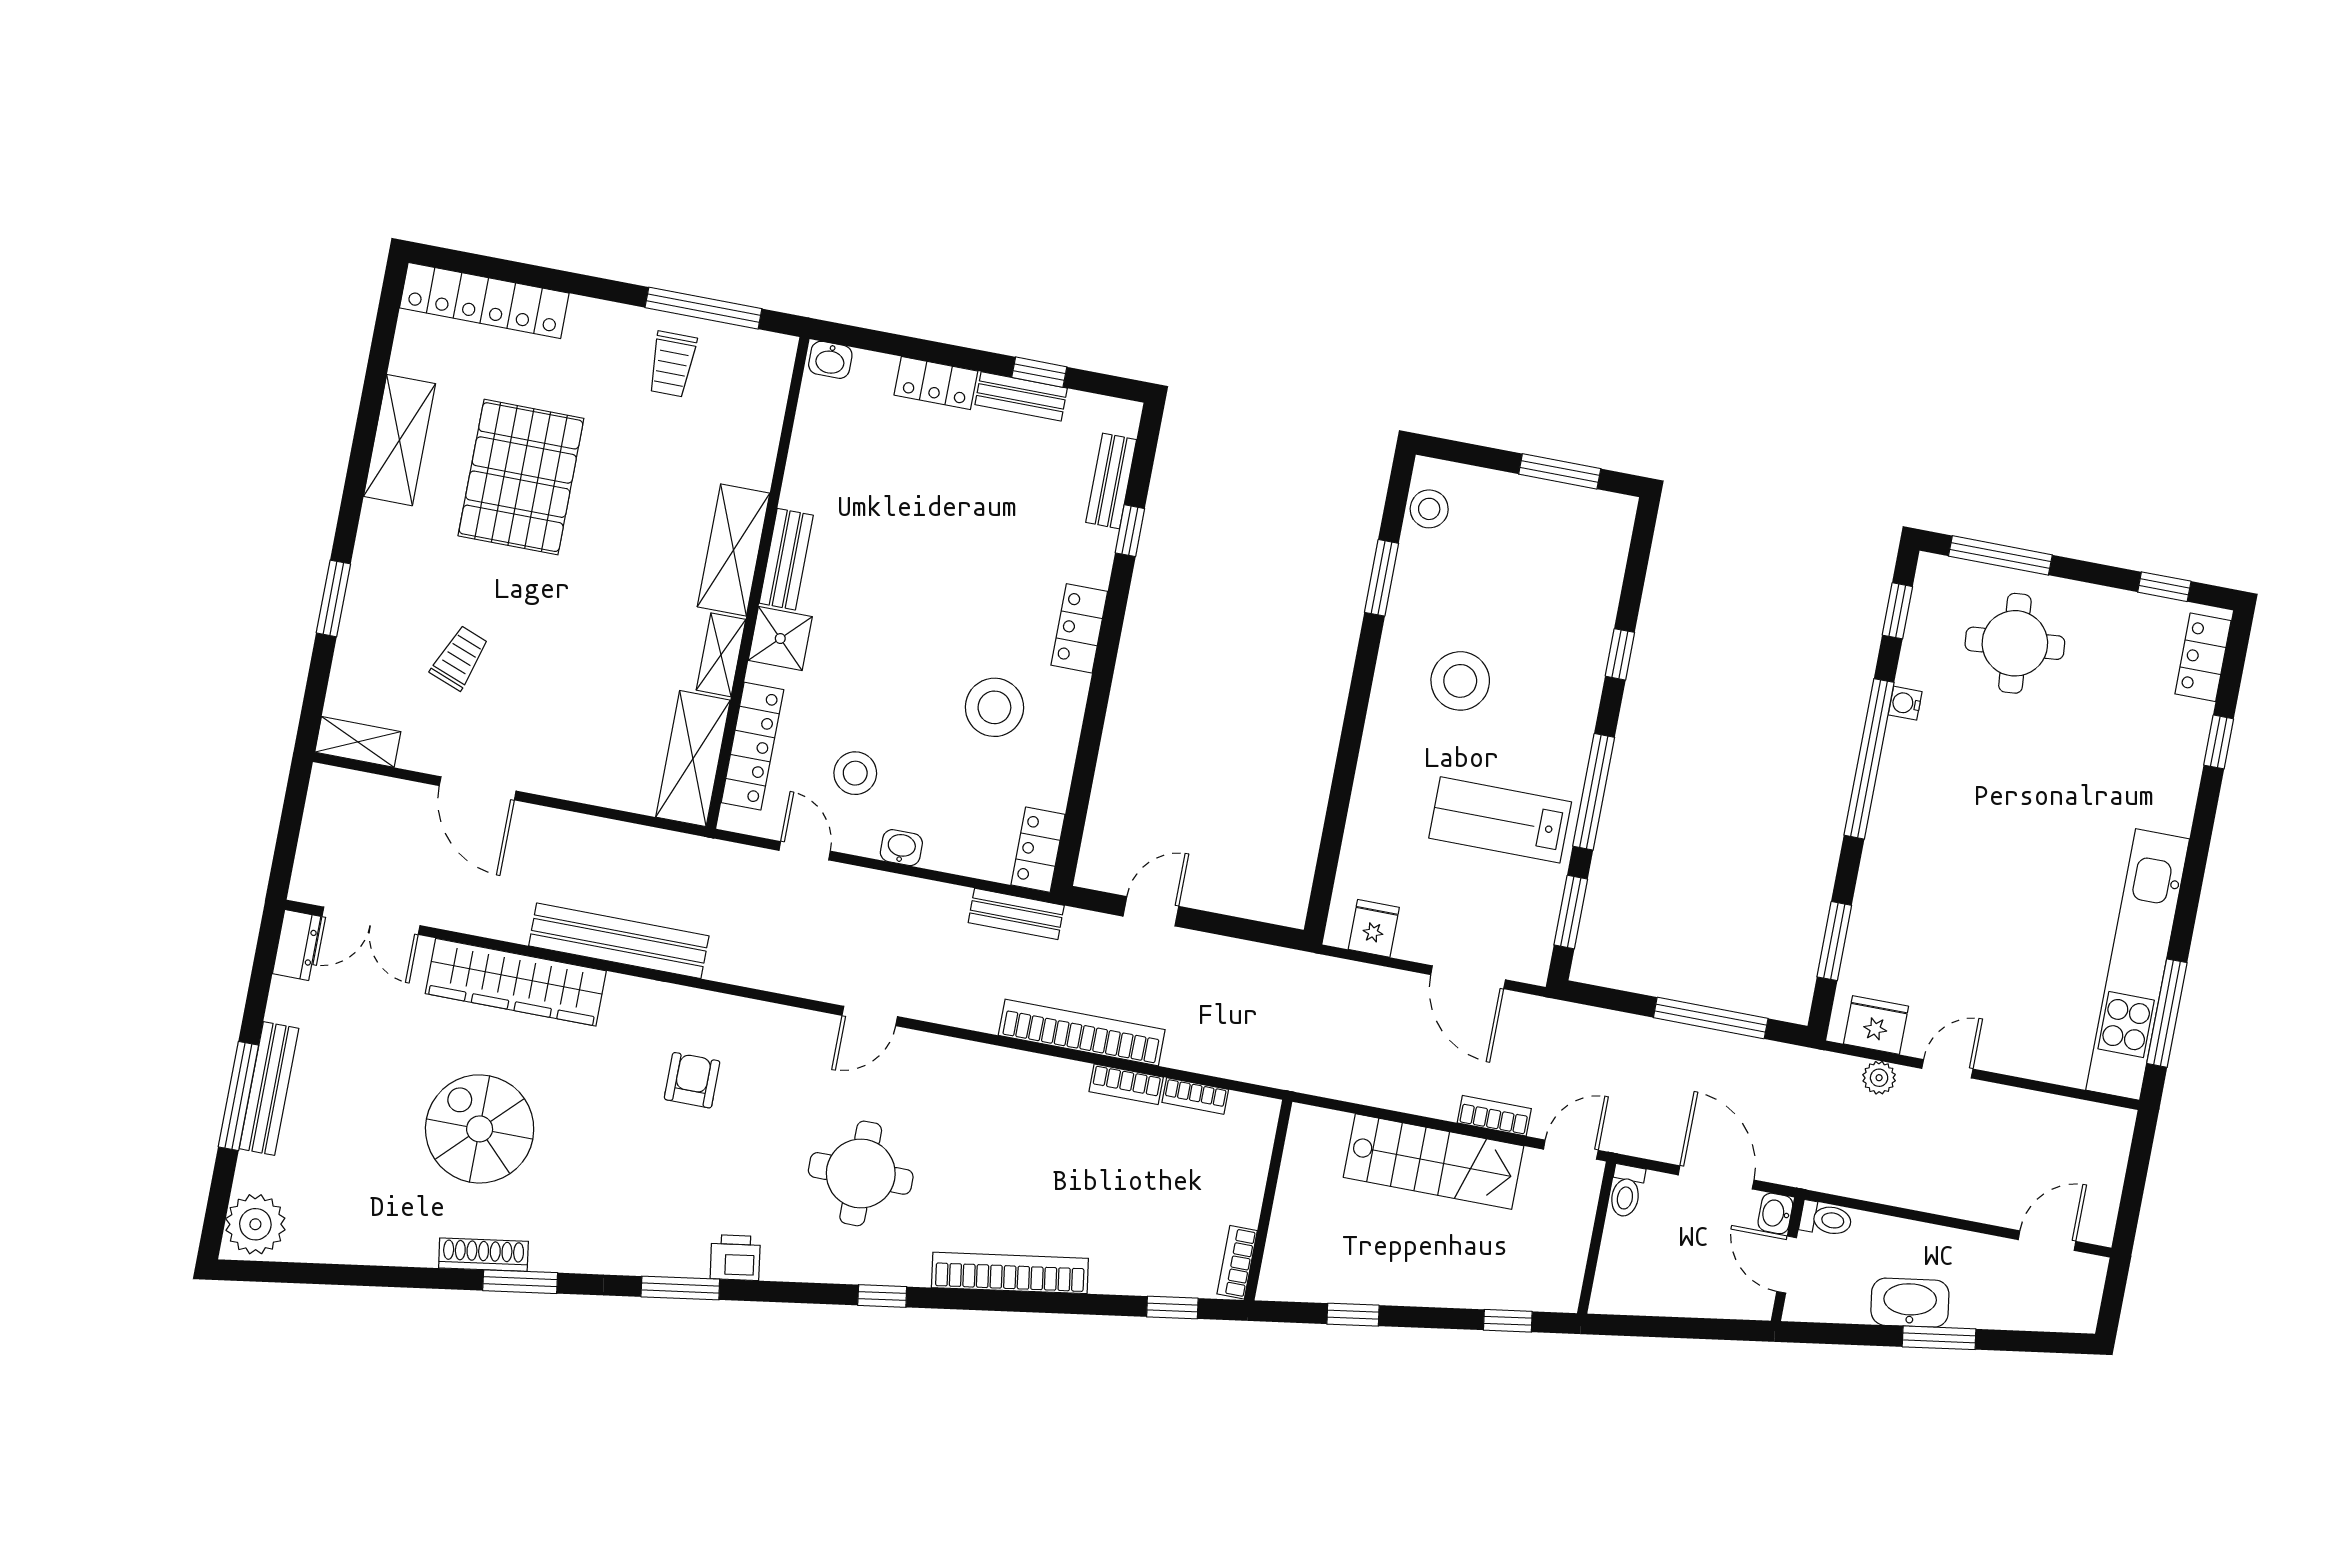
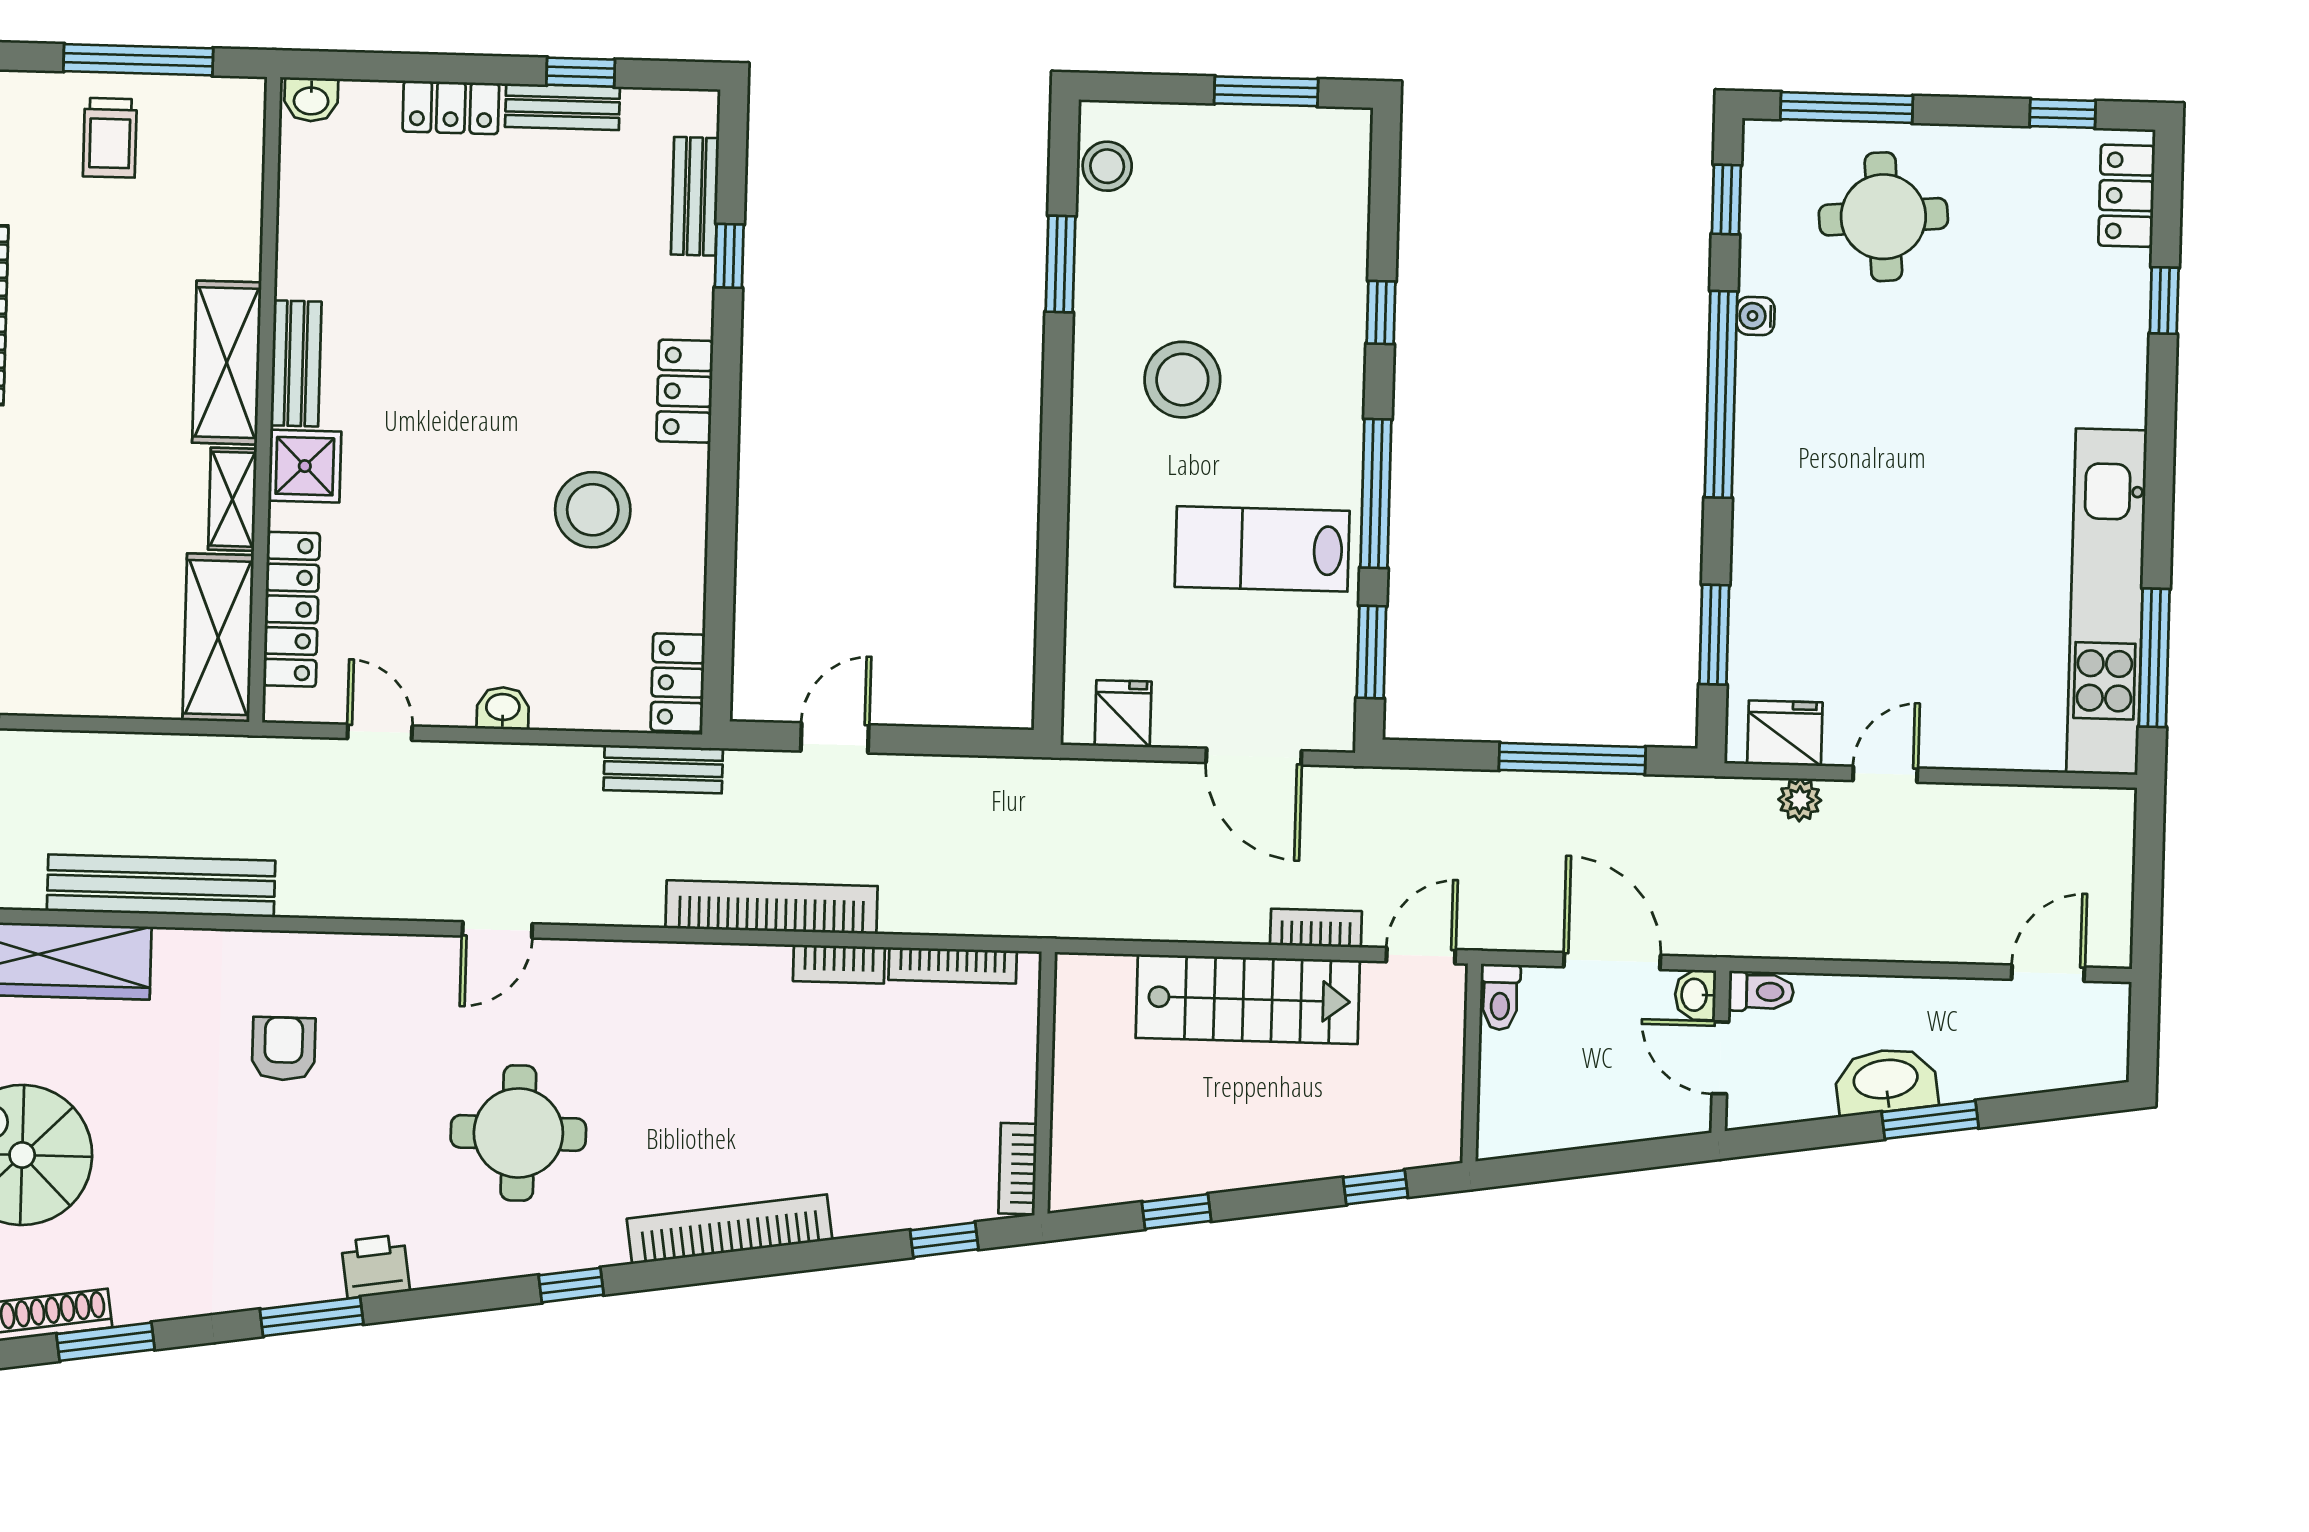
stool: (855, 773) -> (428, 623), removed
bookcase: (1195, 1096) -> (953, 965), width x1.56

